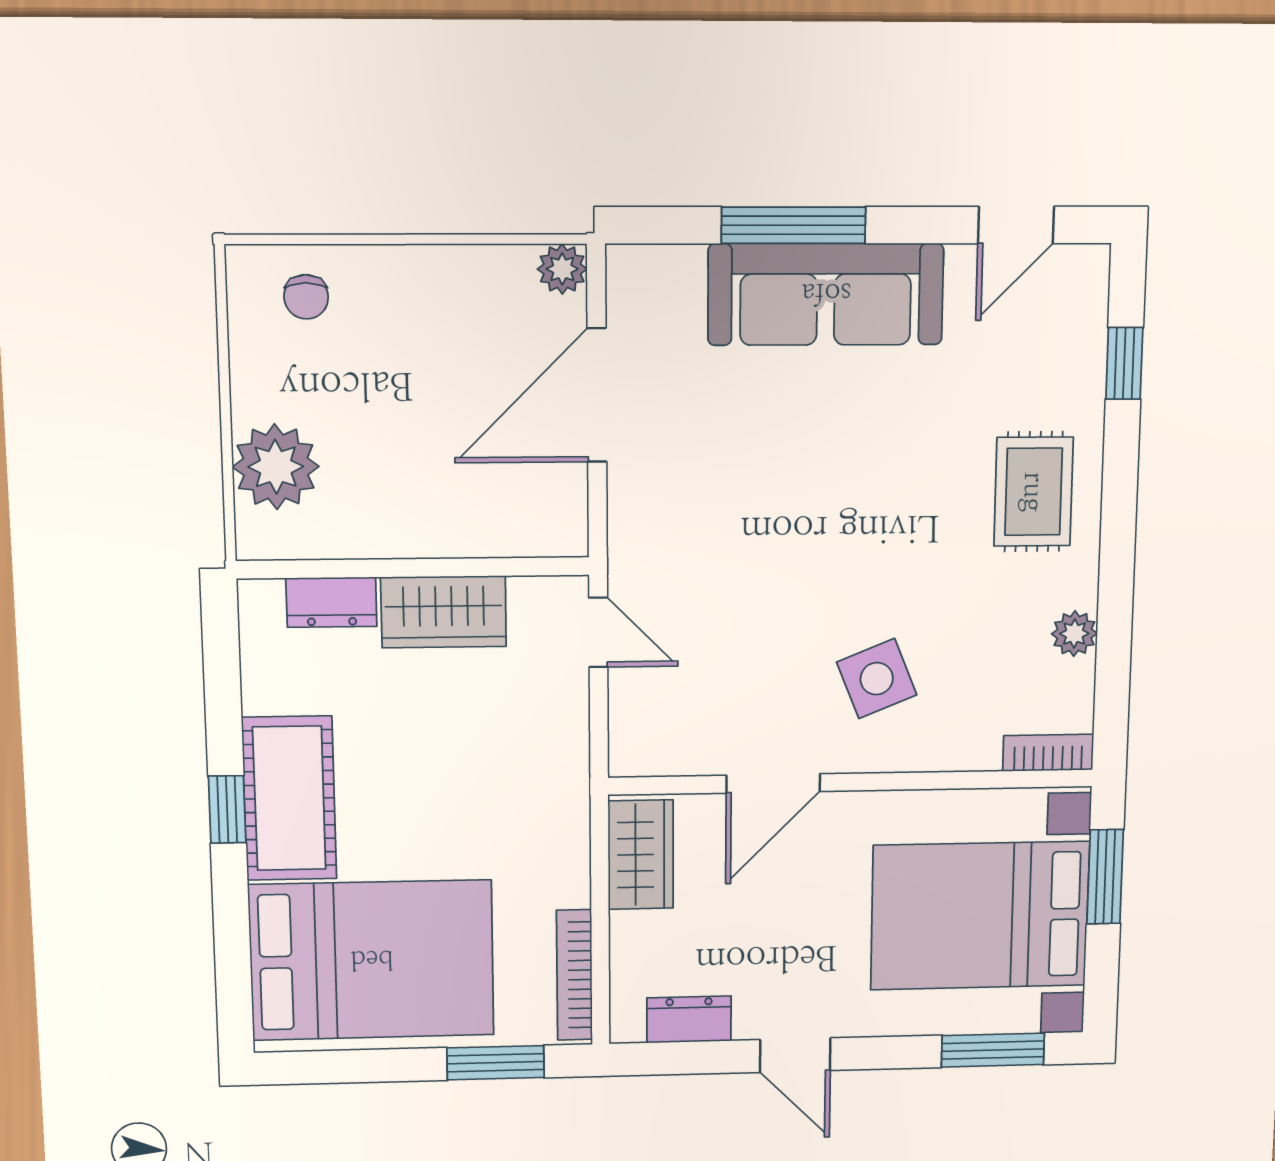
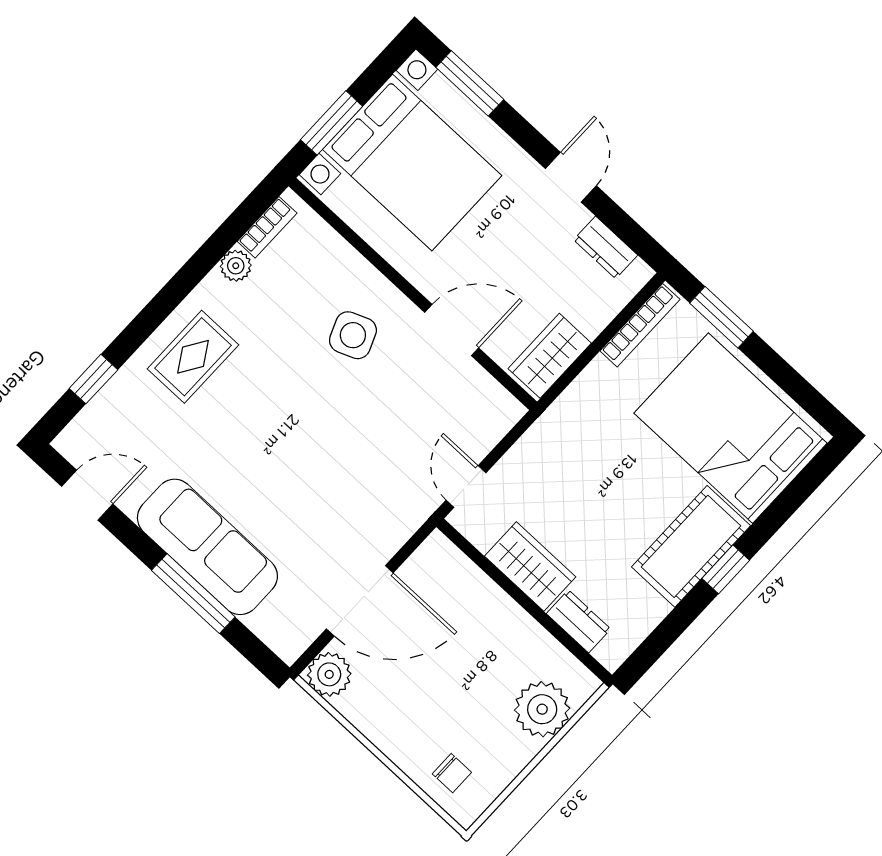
plant: (562, 269) -> (329, 674), width x1.38, depth x1.38
chair: (306, 297) -> (452, 773), turned 90
bookcase: (1048, 753) -> (267, 227), moved, turned -90

